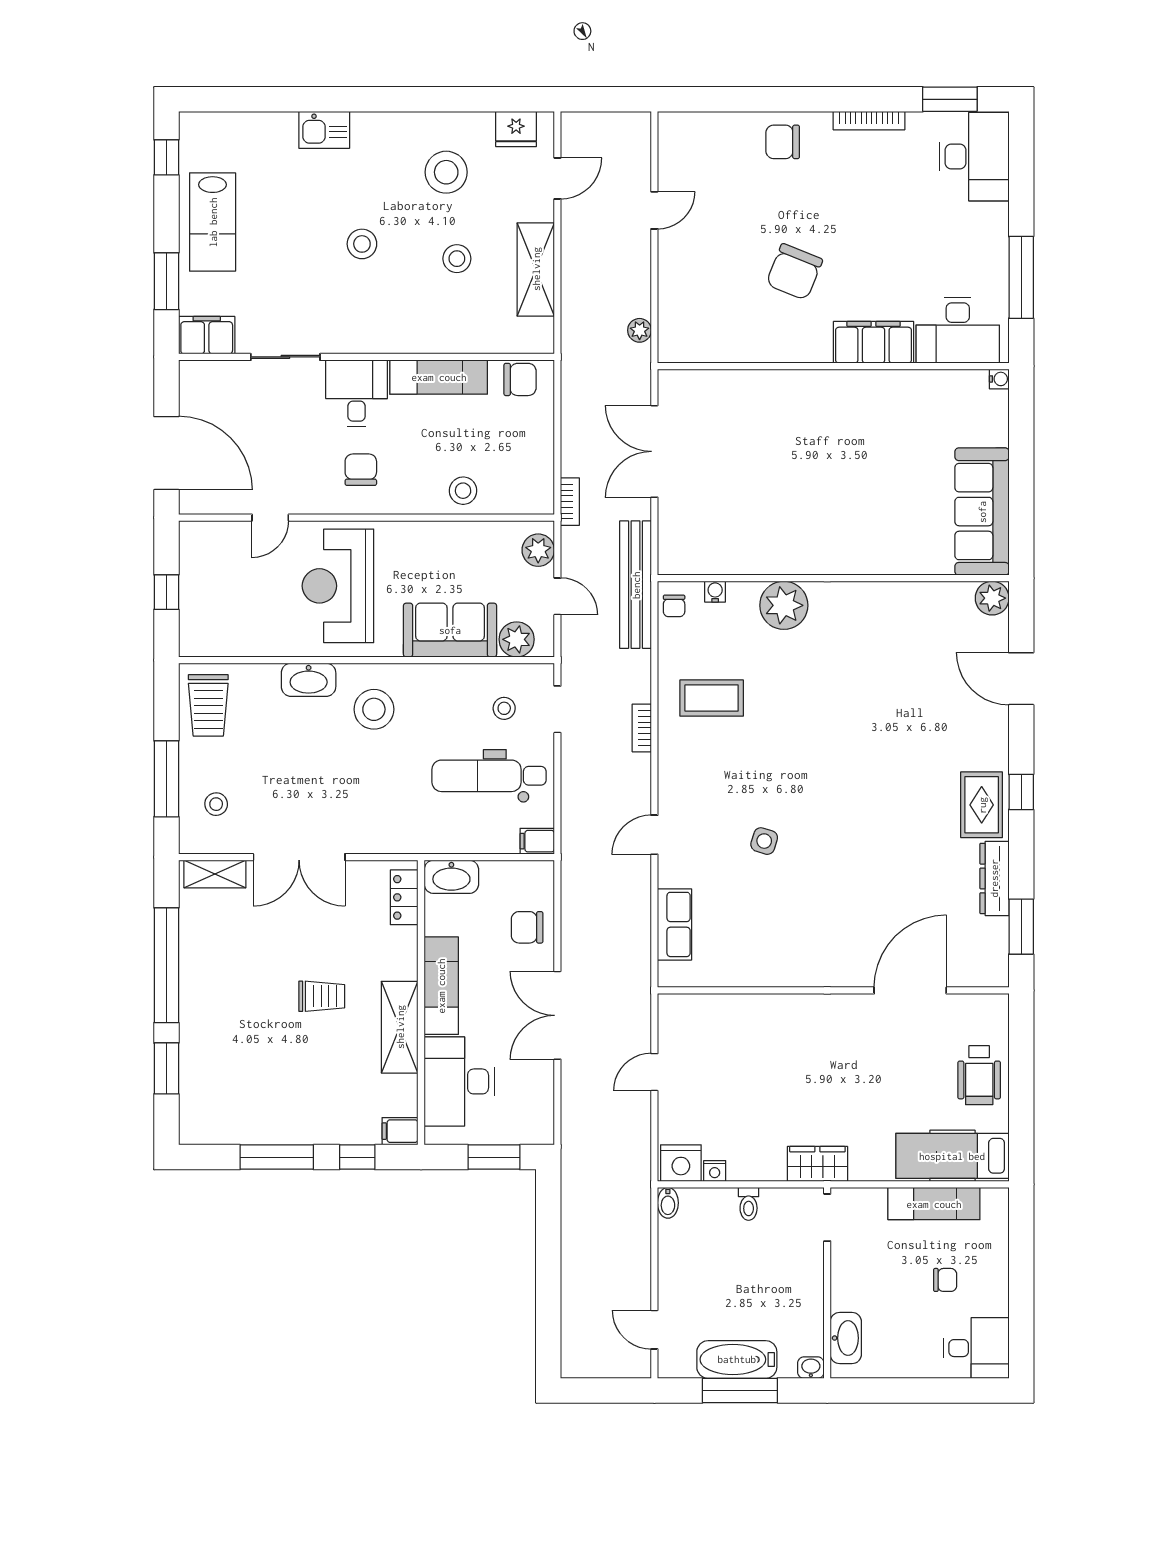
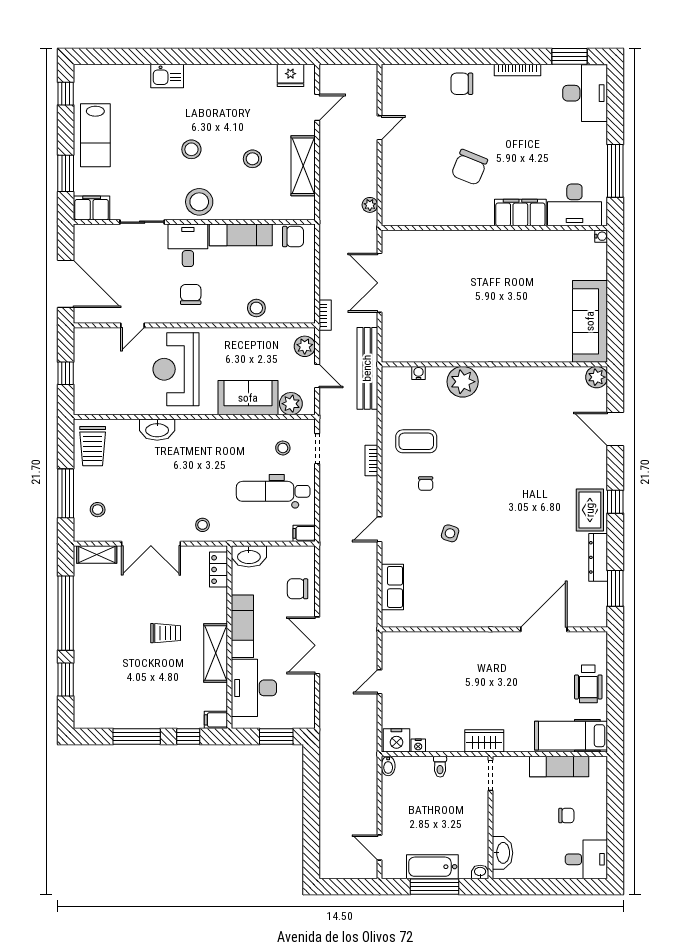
stool: (446, 172) -> (199, 202), moved
chair: (674, 606) -> (426, 484), moved
stool: (374, 709) -> (203, 525), moved, width x0.53, depth x0.53

